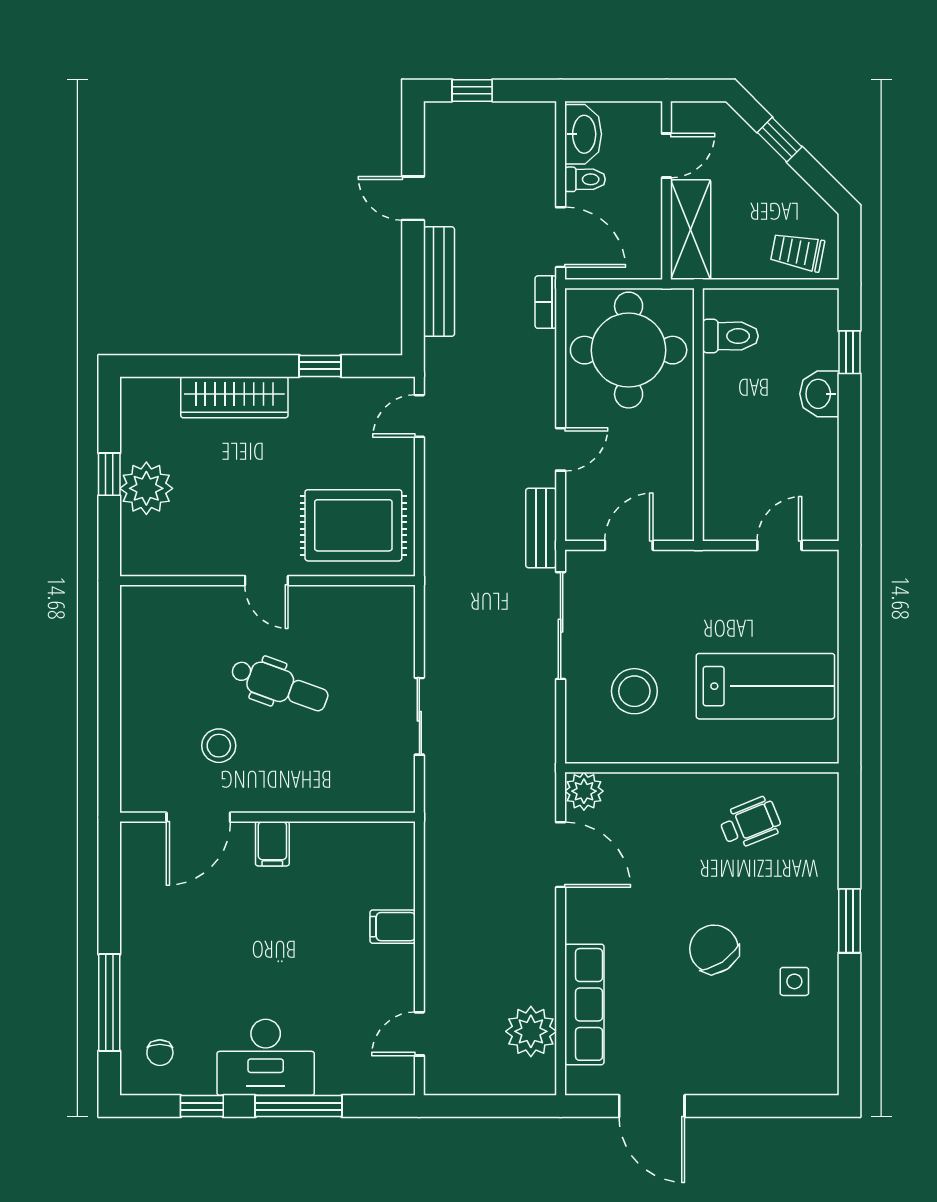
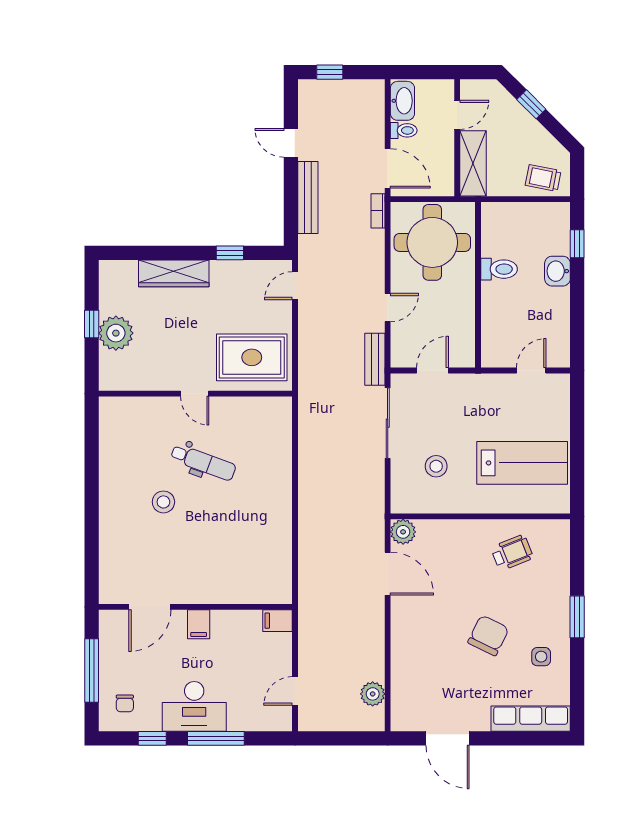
toilet: (730, 336) -> (499, 269), moved
stool: (634, 691) -> (436, 466), width x0.73, depth x0.73
sliding door: (419, 716) -> (295, 483), removed
door: (198, 817) -> (150, 607), moved
wall: (267, 817) -> (195, 607), moved
filing cabinet: (272, 844) -> (199, 624), moved
chair: (714, 949) -> (488, 635), turned 60
row of seats: (584, 1004) -> (531, 719), moved, turned -90
plant: (531, 1031) -> (373, 694), width x0.73, depth x0.73

